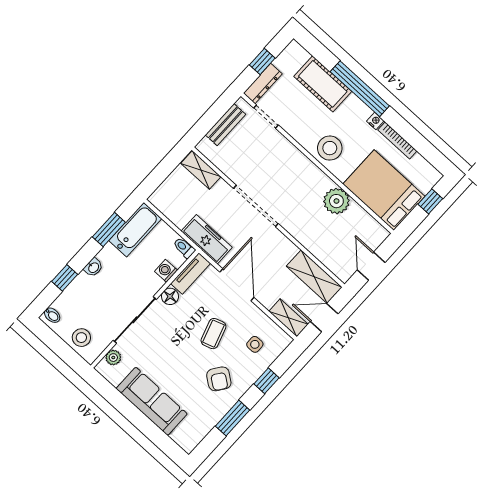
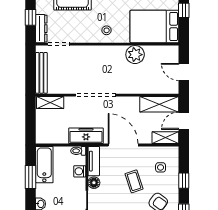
bench: (226, 125) -> (41, 73), width x1.36
stool: (330, 148) -> (107, 30), width x0.53, depth x0.53

